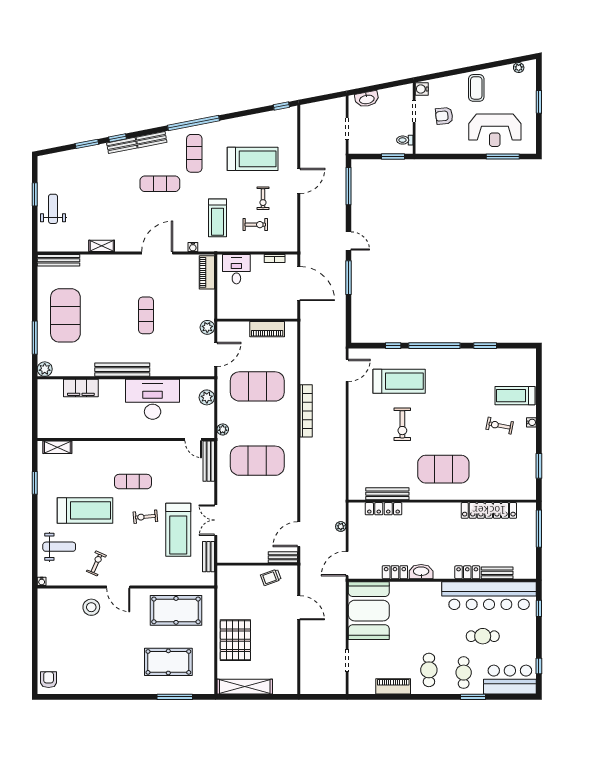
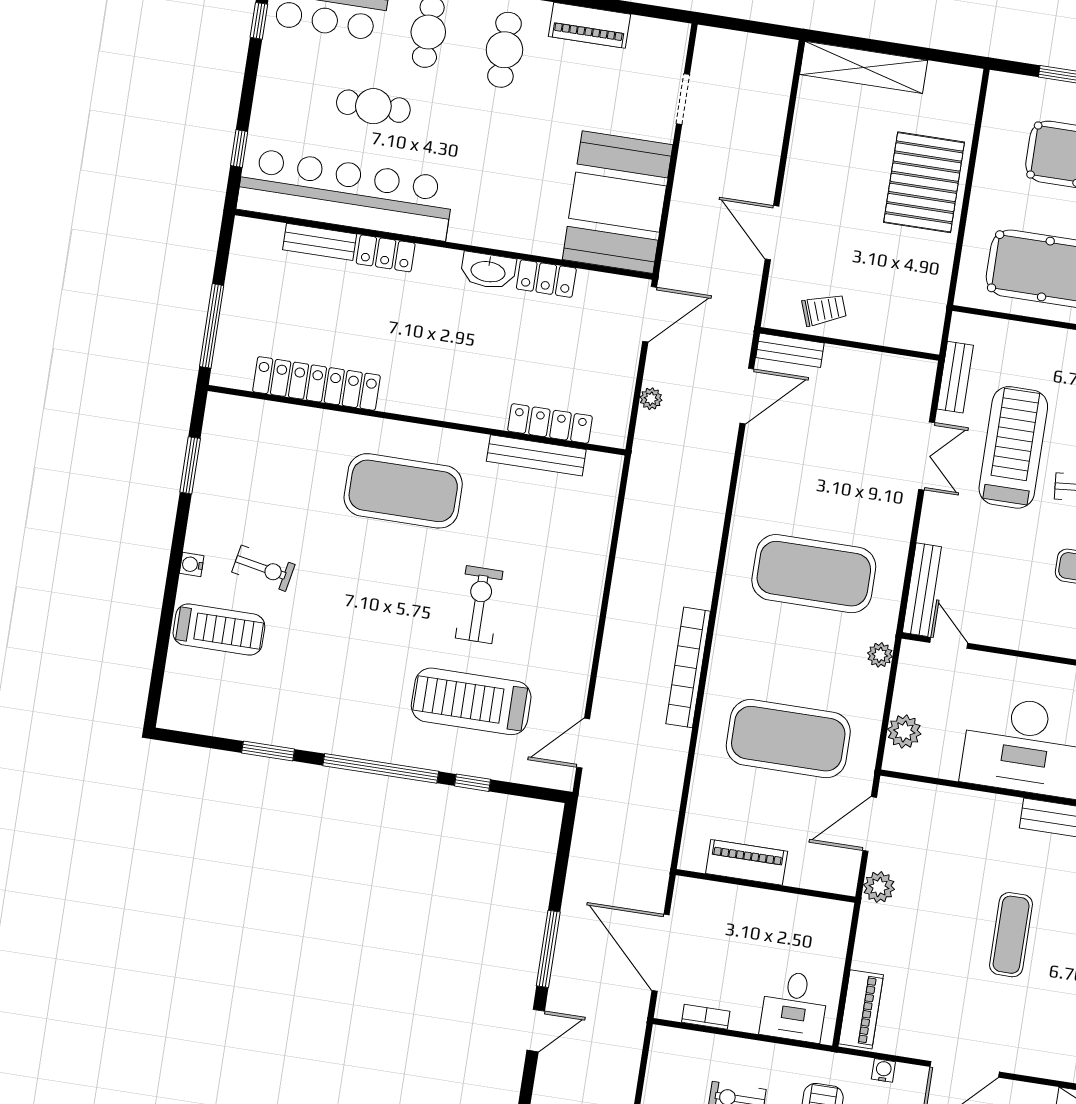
door: (348, 241) -> (536, 1031), swing flipped
shelving: (245, 687) -> (864, 67), moved

